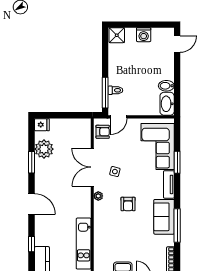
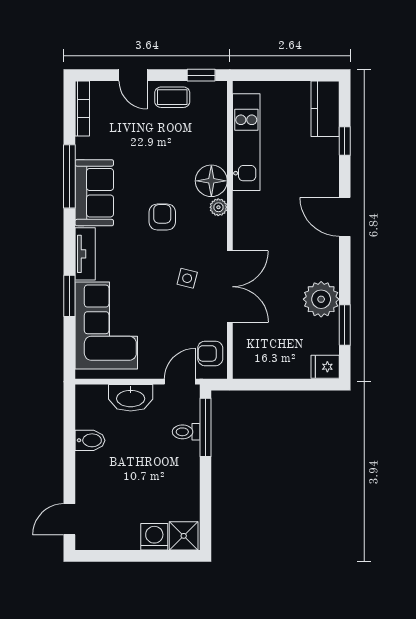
washing machine: (144, 35) -> (154, 537), moved
washbasin: (167, 104) -> (131, 398), moved, turned 90
plant: (44, 149) -> (321, 299), moved
window: (32, 162) -> (345, 325), moved
plant: (98, 196) -> (218, 207), moved
floor lamp: (102, 223) -> (211, 181), added

